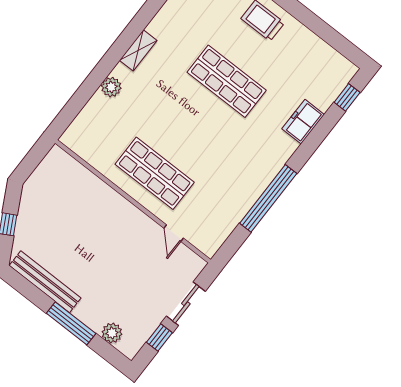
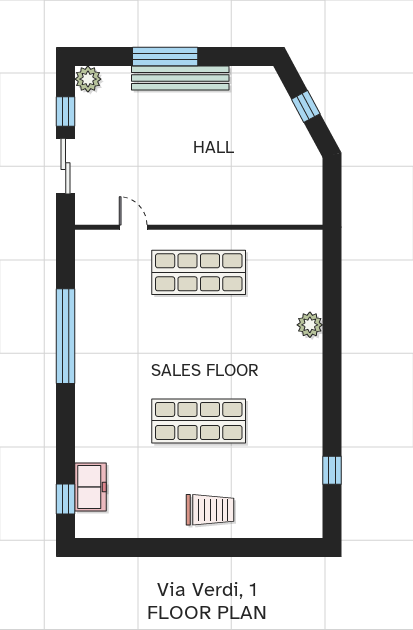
shelving: (138, 50) -> (311, 383), removed
freezer: (303, 122) -> (91, 487), moved
bench: (45, 282) -> (180, 78), moved
plant: (112, 333) -> (88, 79), moved

